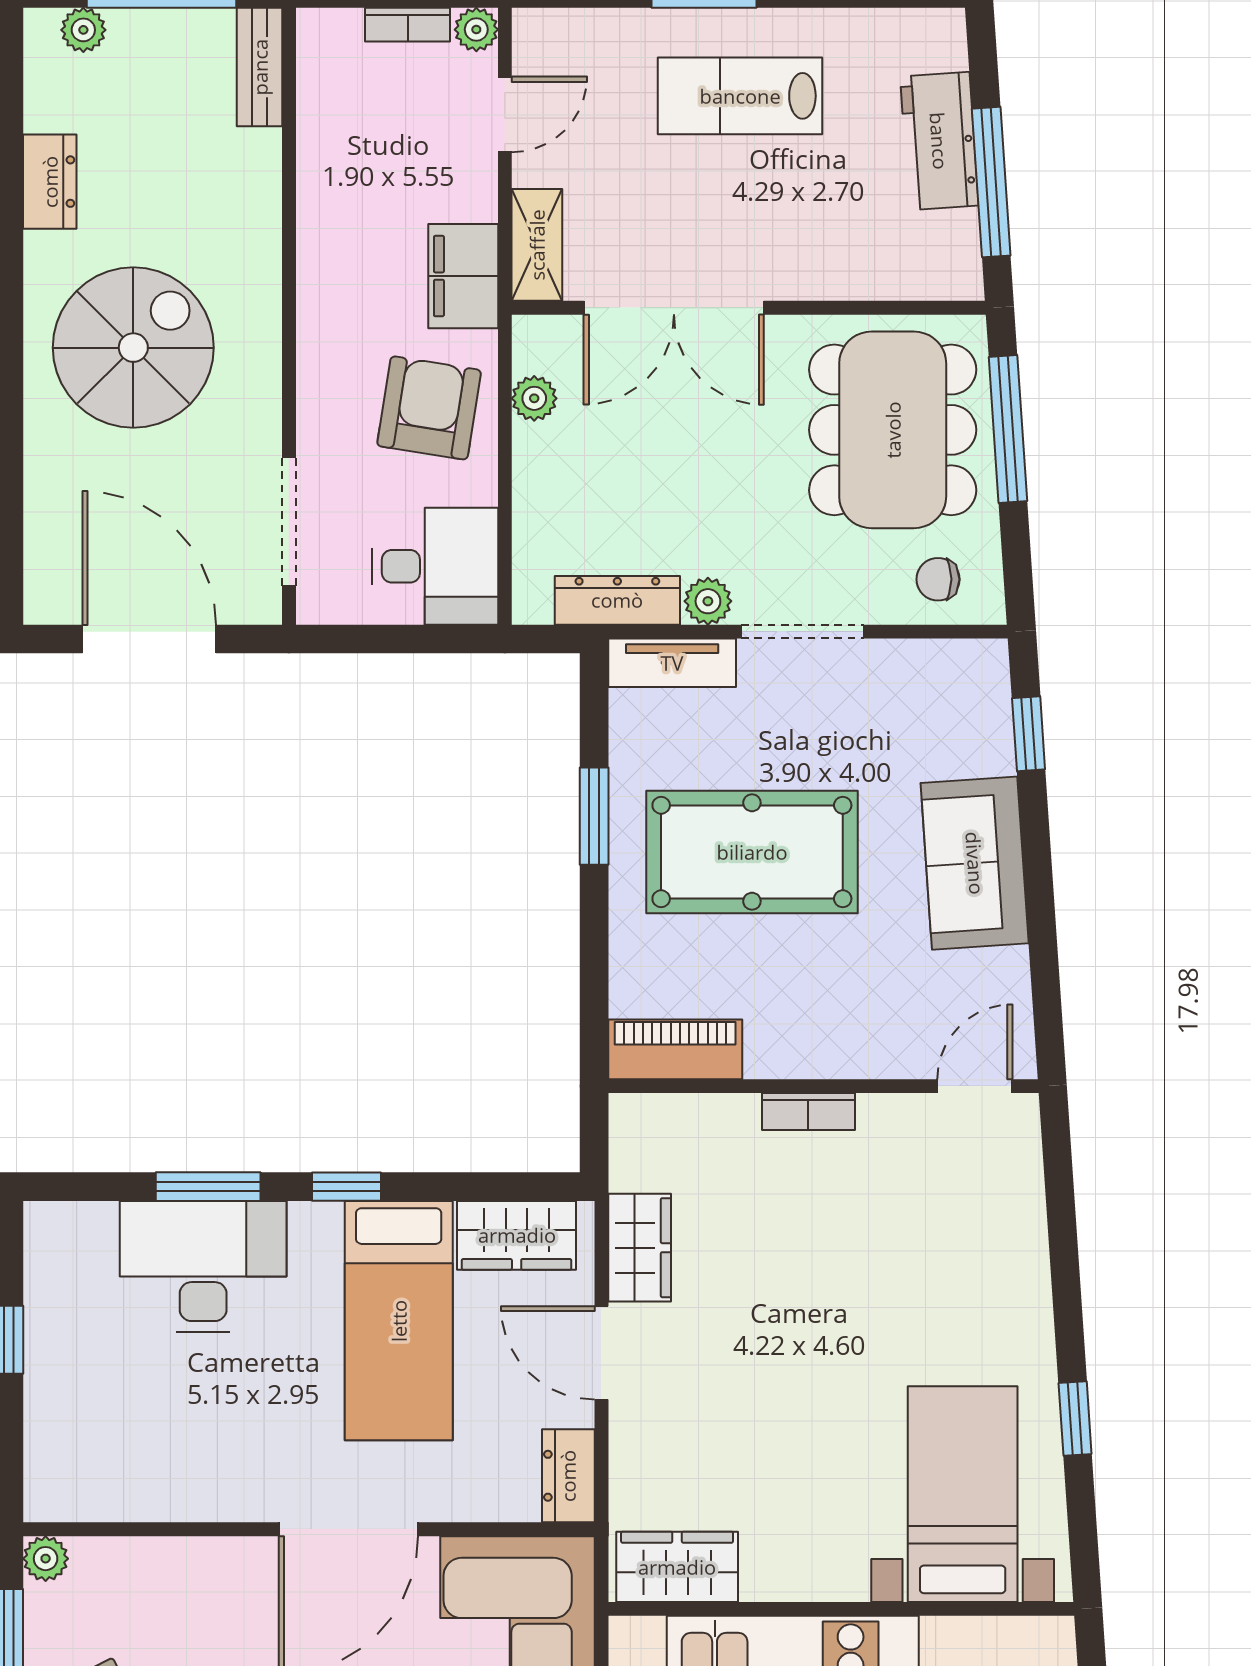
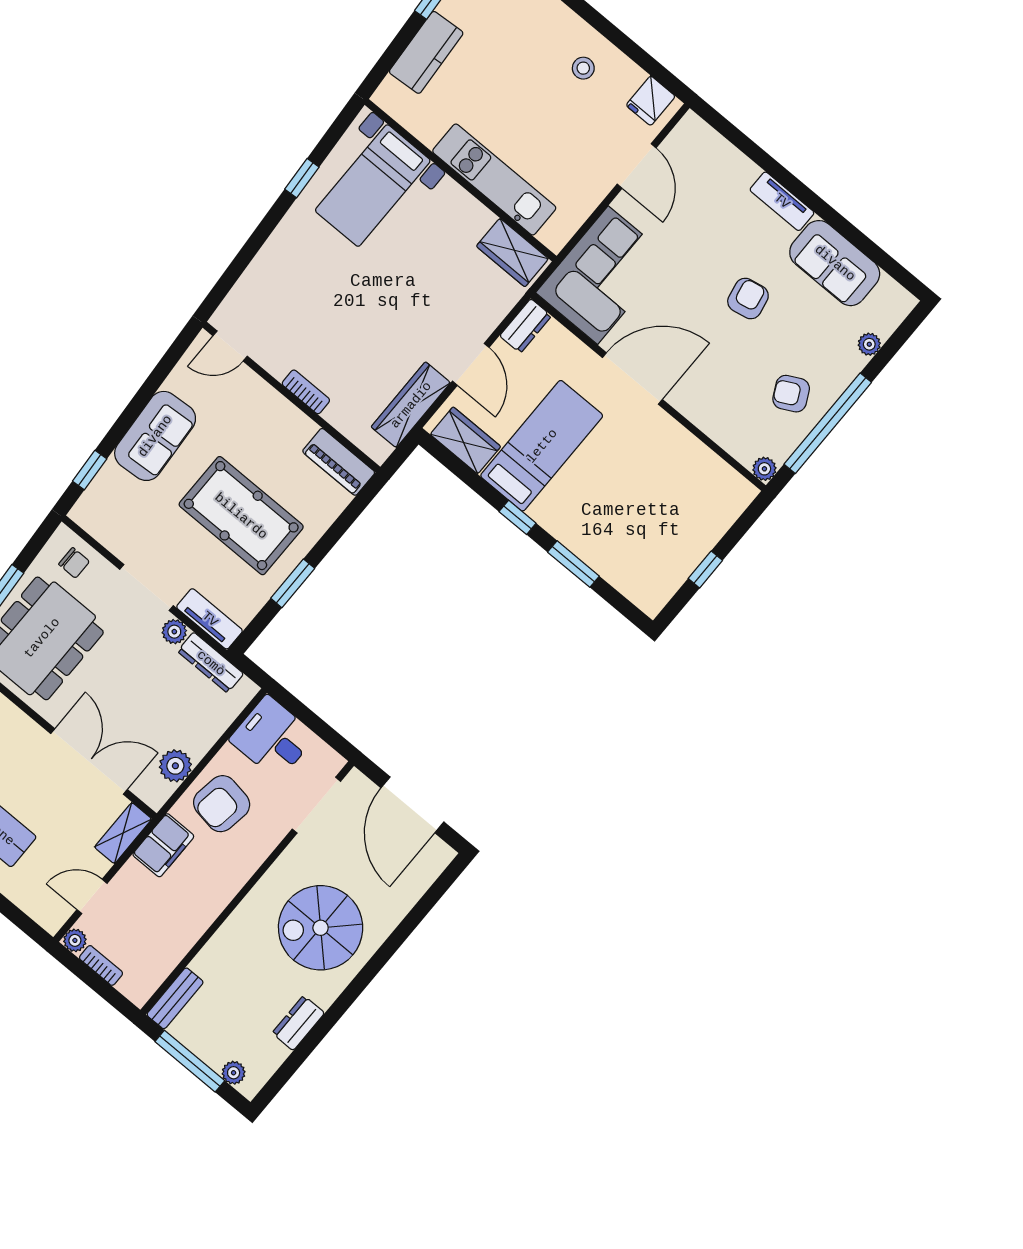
plant: (534, 398) -> (175, 766), width x1.38, depth x1.38
wardrobe: (640, 1248) -> (411, 405), width x1.50
desk: (203, 1266) -> (602, 534), removed

